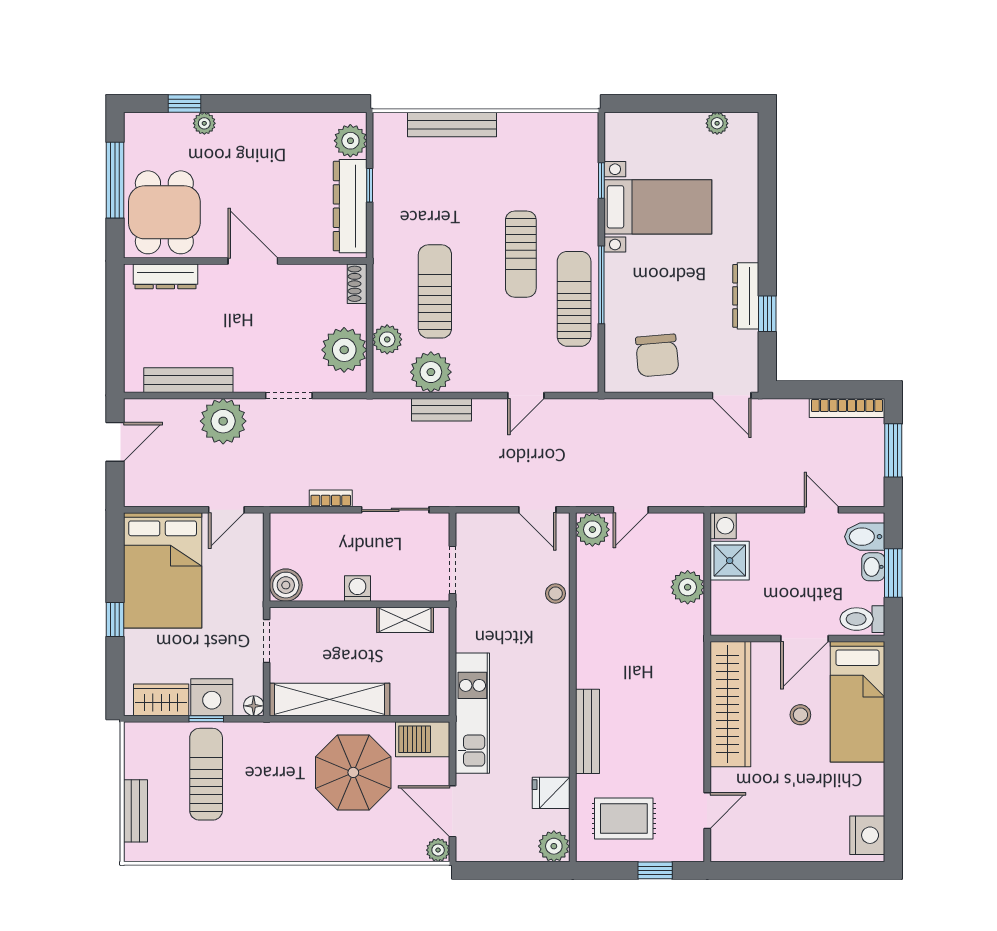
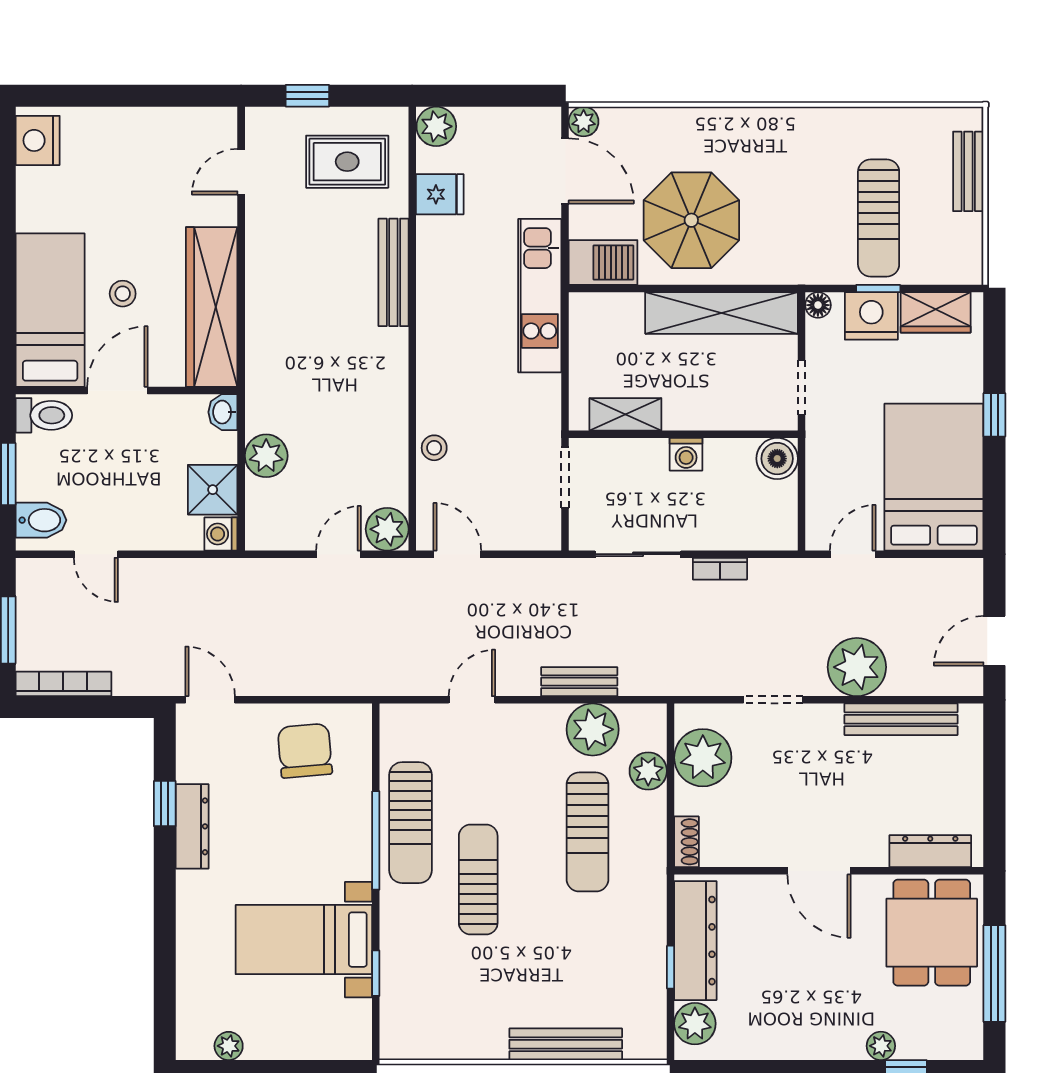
washbasin: (873, 567) -> (223, 412), moved, turned 180

